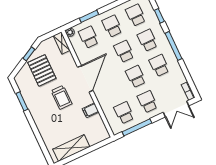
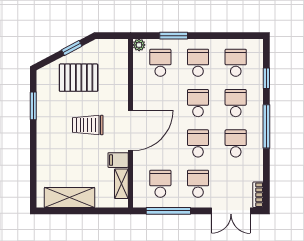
shelving: (62, 43) -> (121, 184), moved
pallet: (42, 70) -> (79, 78), turned 90
door: (85, 79) -> (131, 130), moved
trolley: (62, 97) -> (88, 125), turned 90

